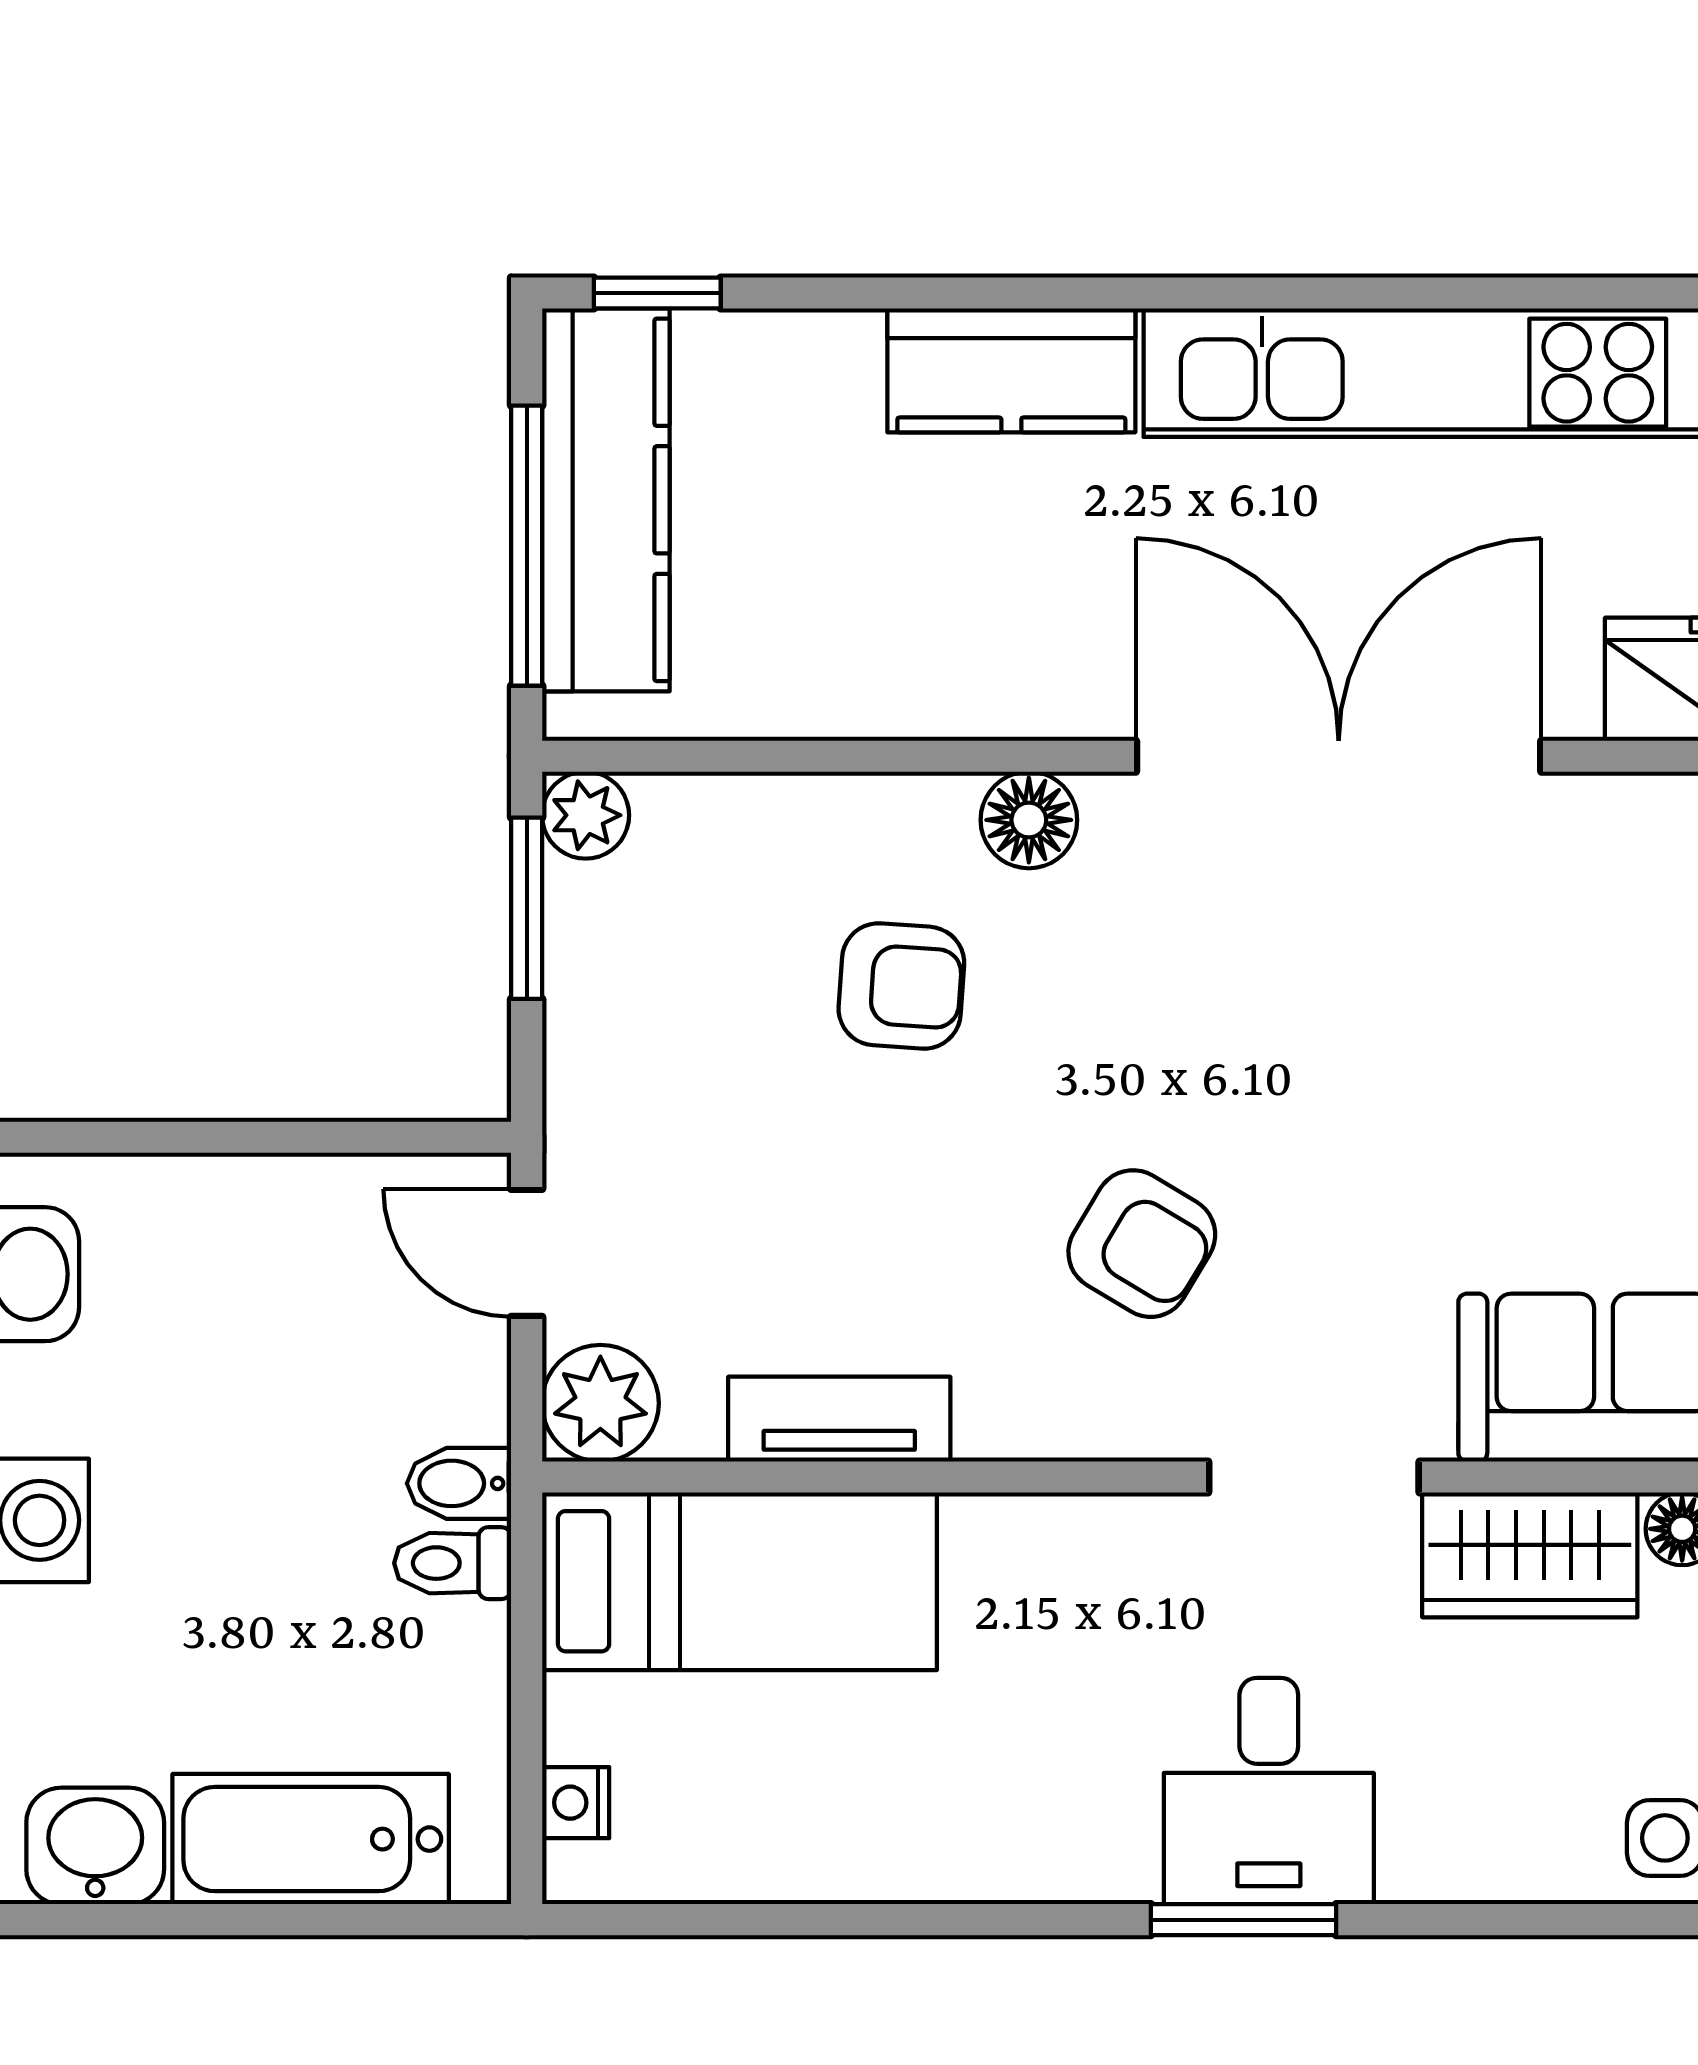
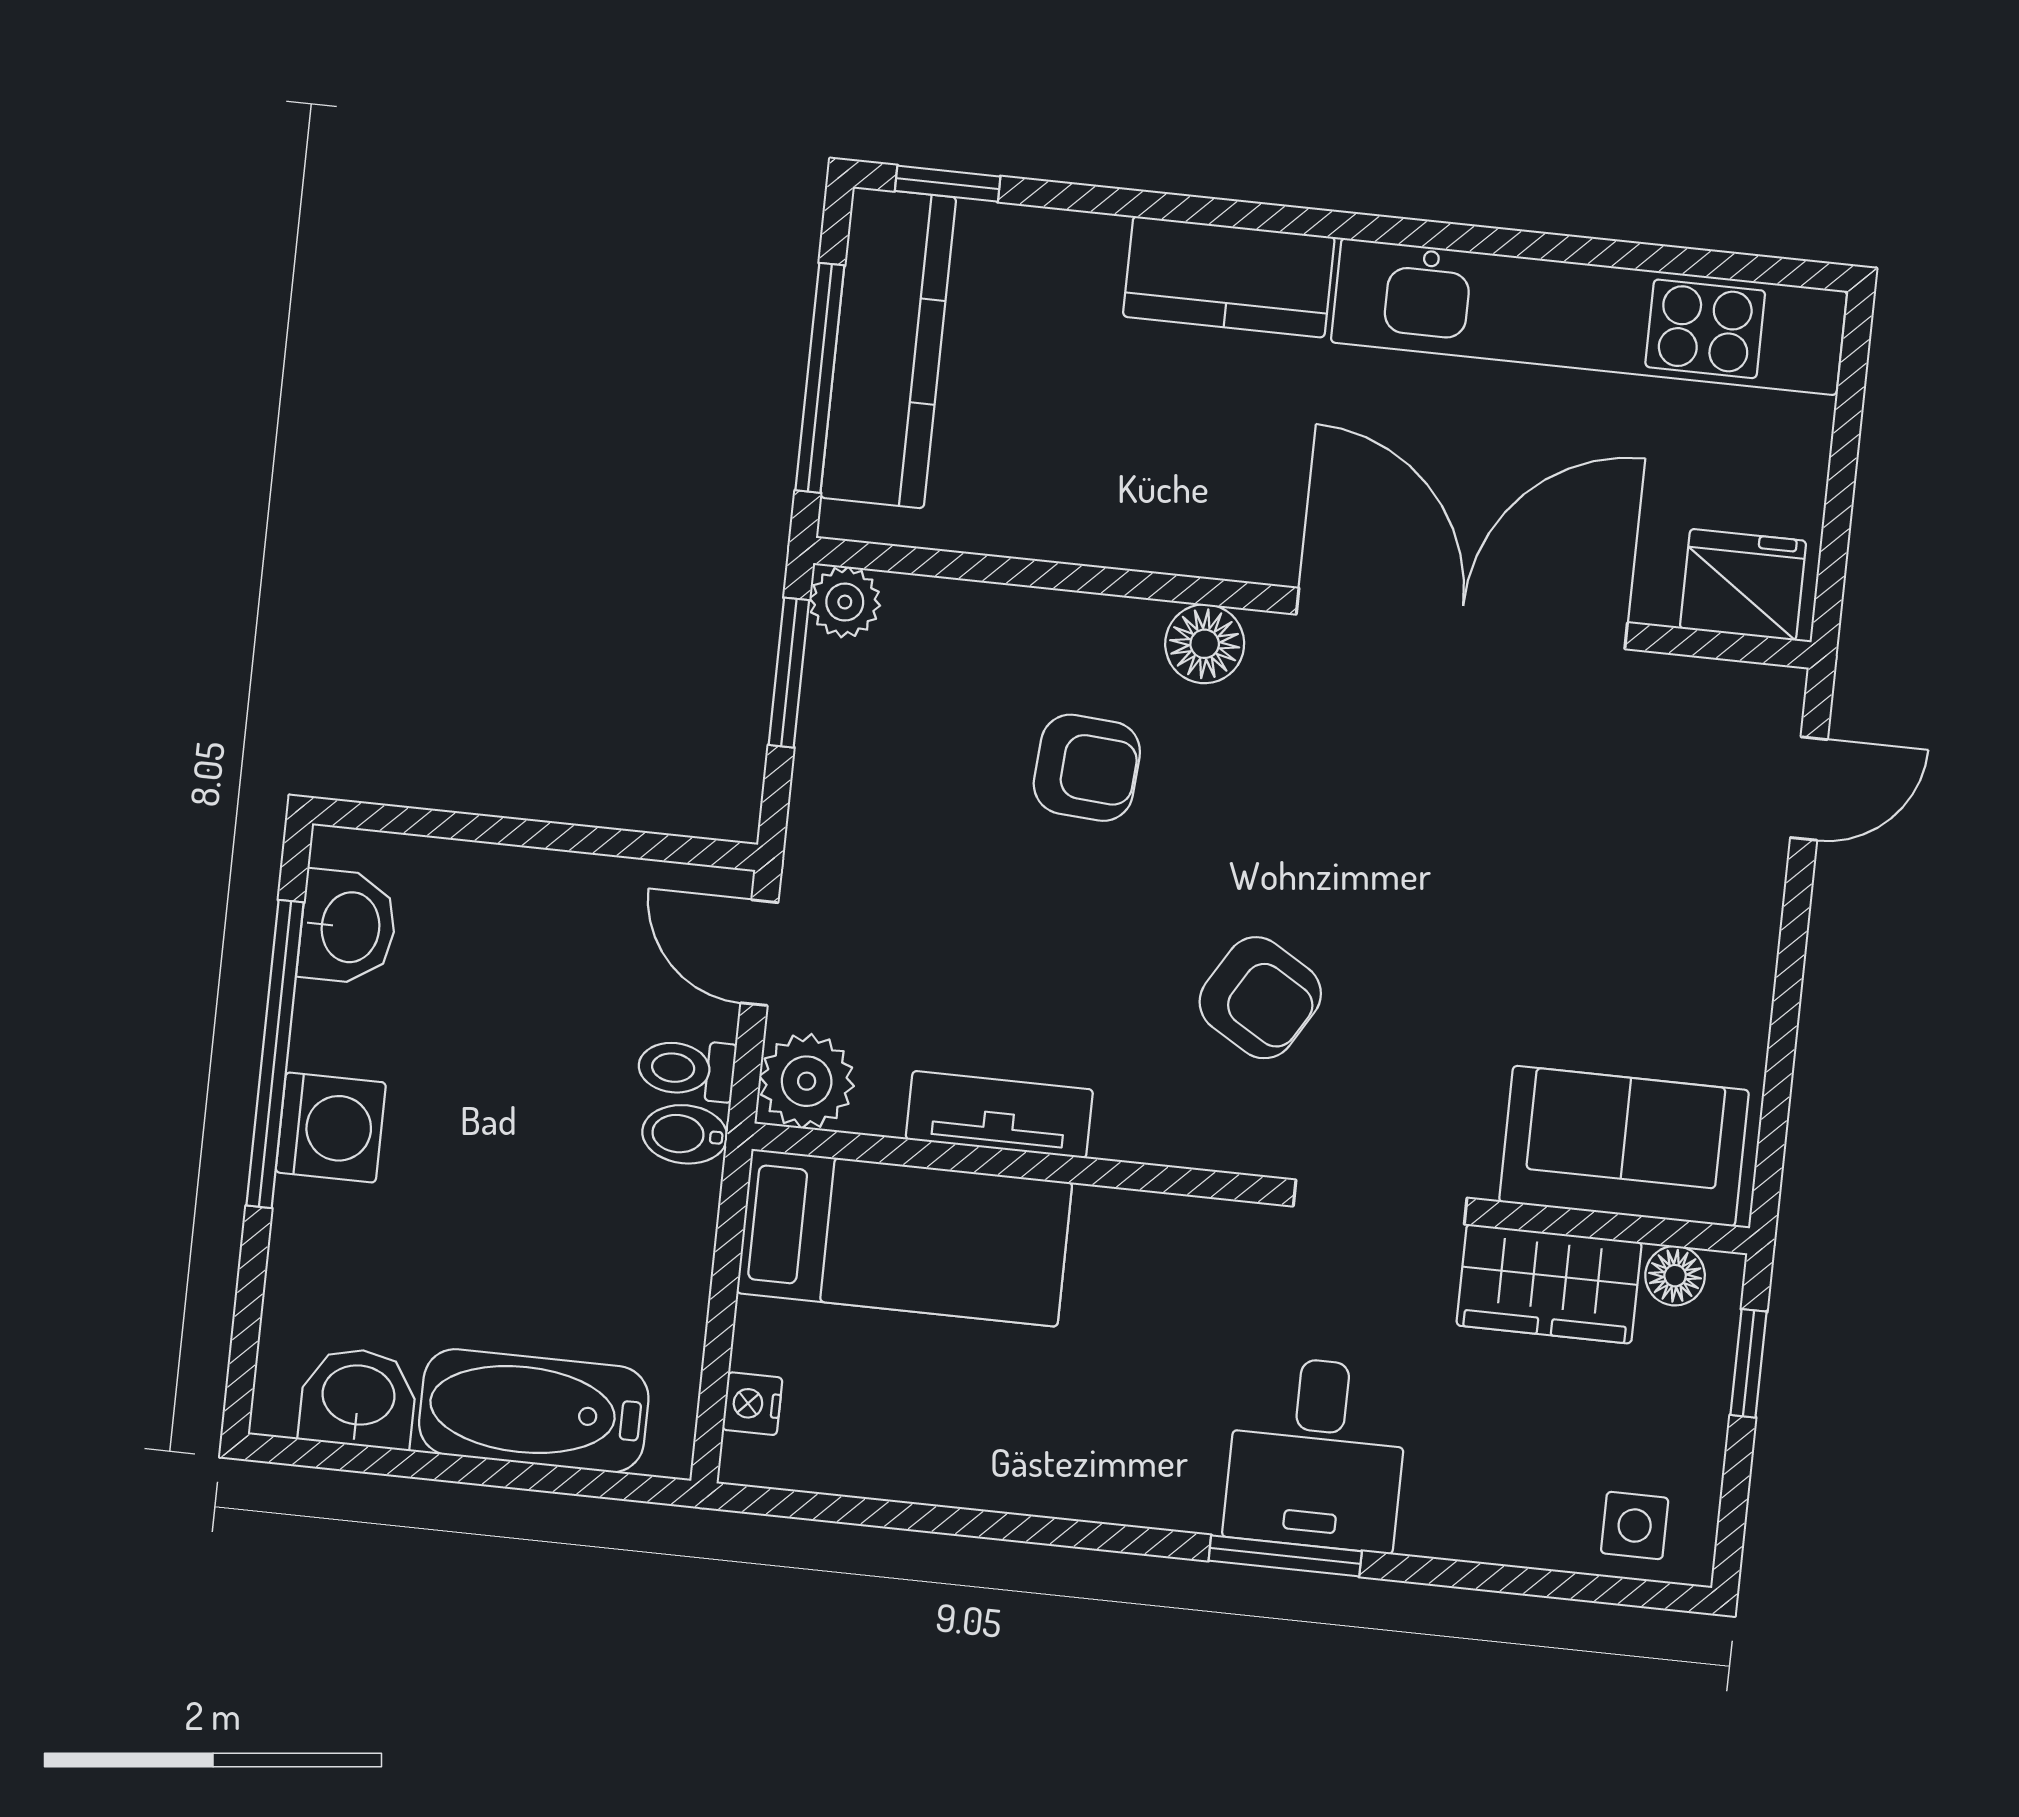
toilet: (453, 1563) -> (686, 1069), moved

